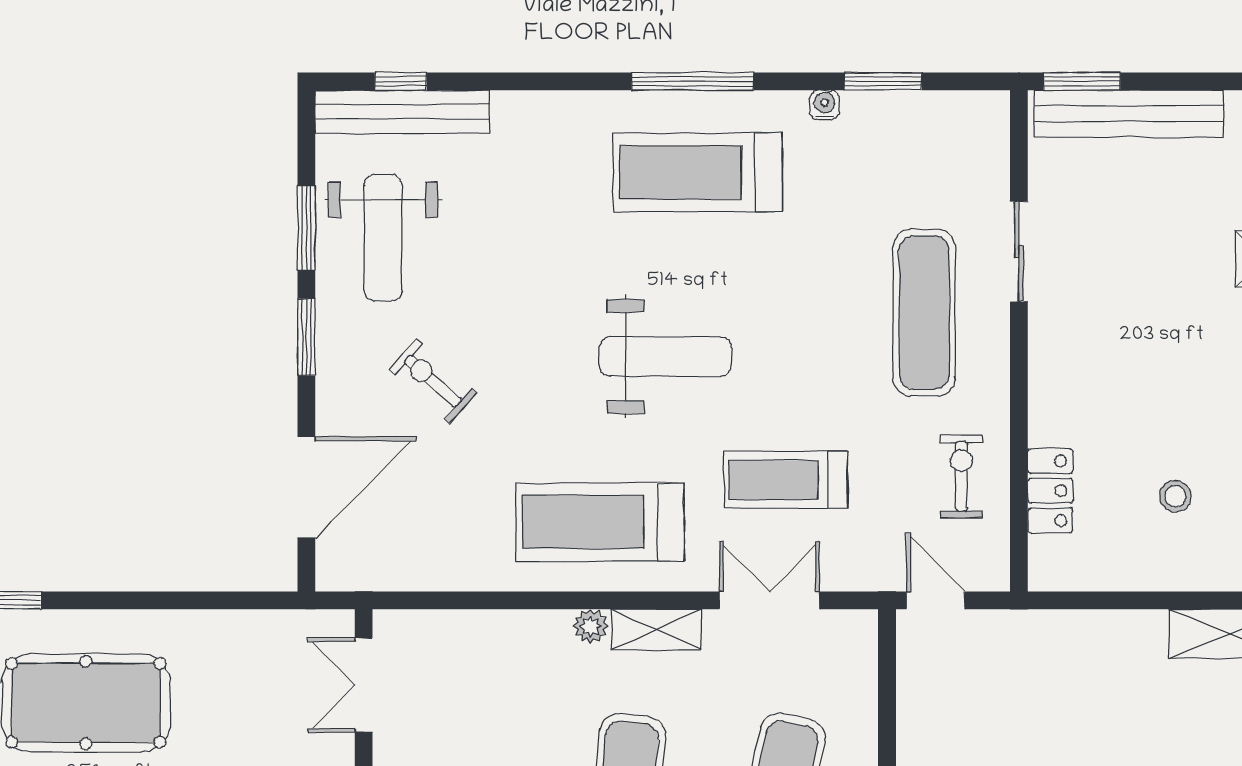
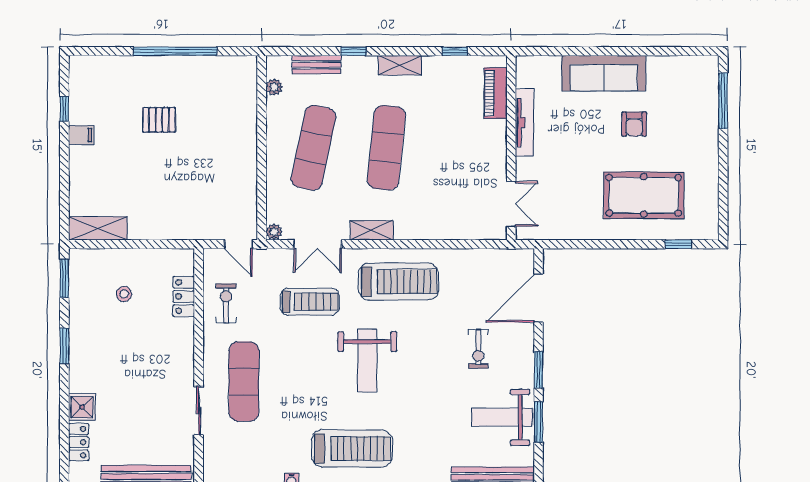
weight bench: (383, 238) -> (502, 417), turned -90
weight bench: (665, 356) -> (367, 361), turned -90
exercise bike: (433, 381) -> (478, 349), turned 48
exercise bike: (961, 476) -> (226, 303), turned 180
plant: (590, 626) -> (274, 232), moved

